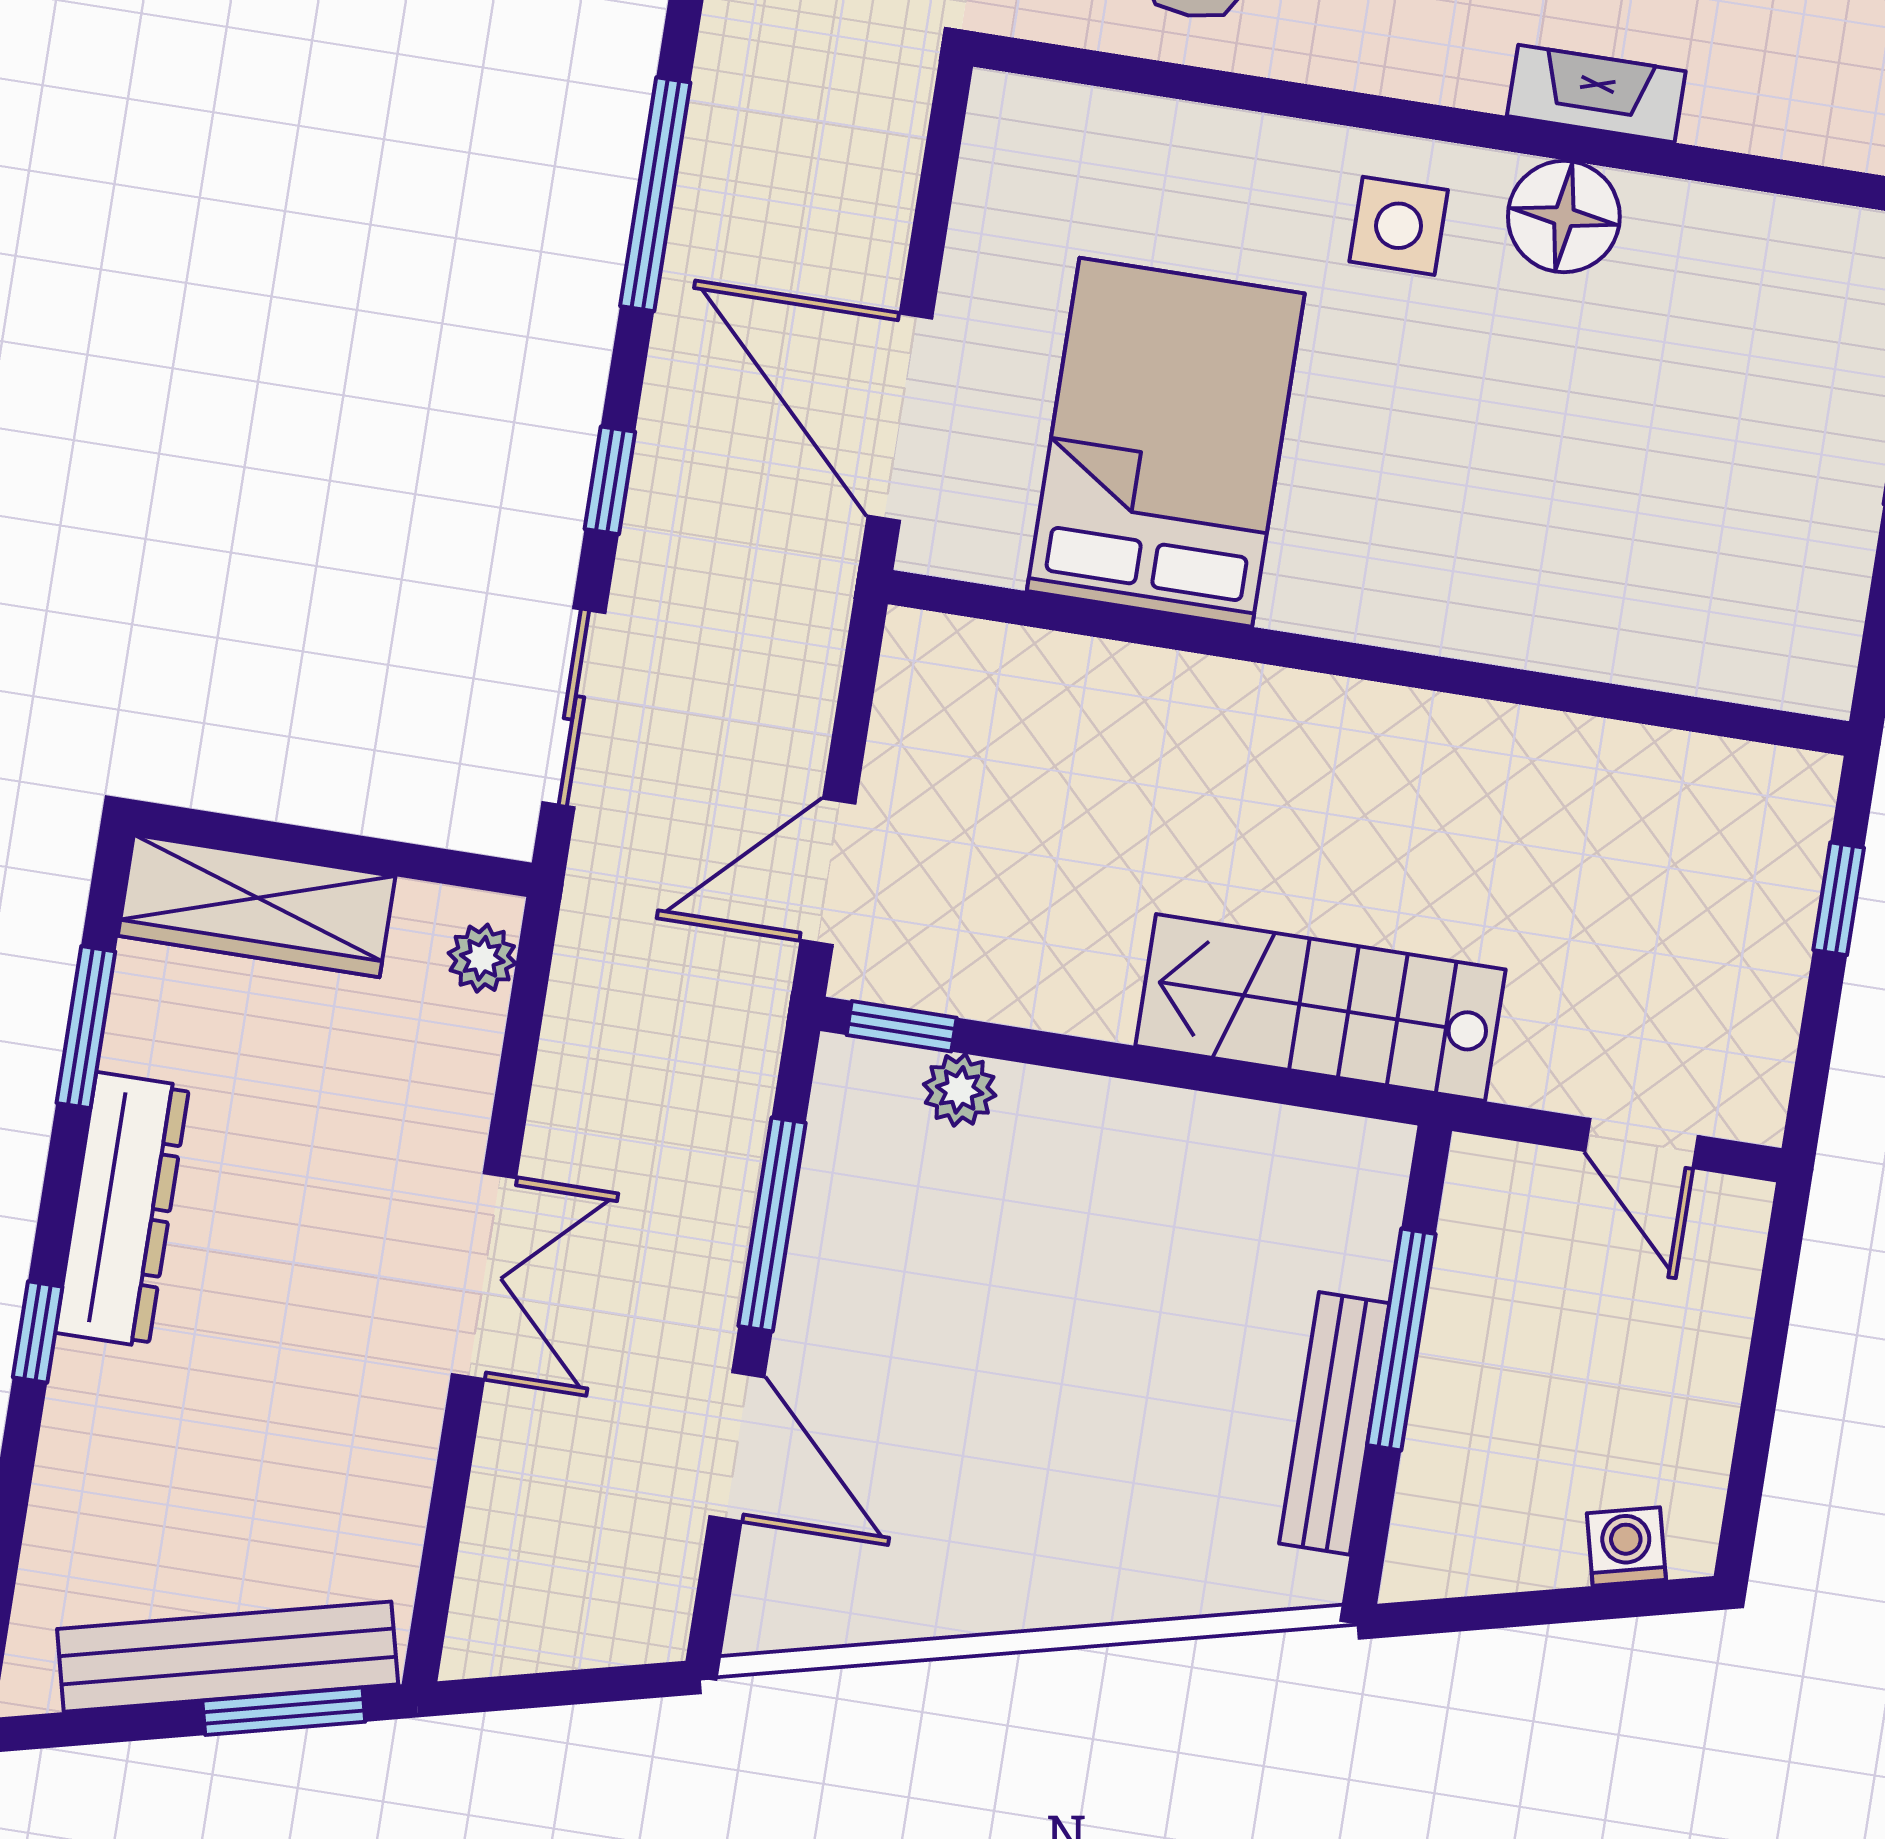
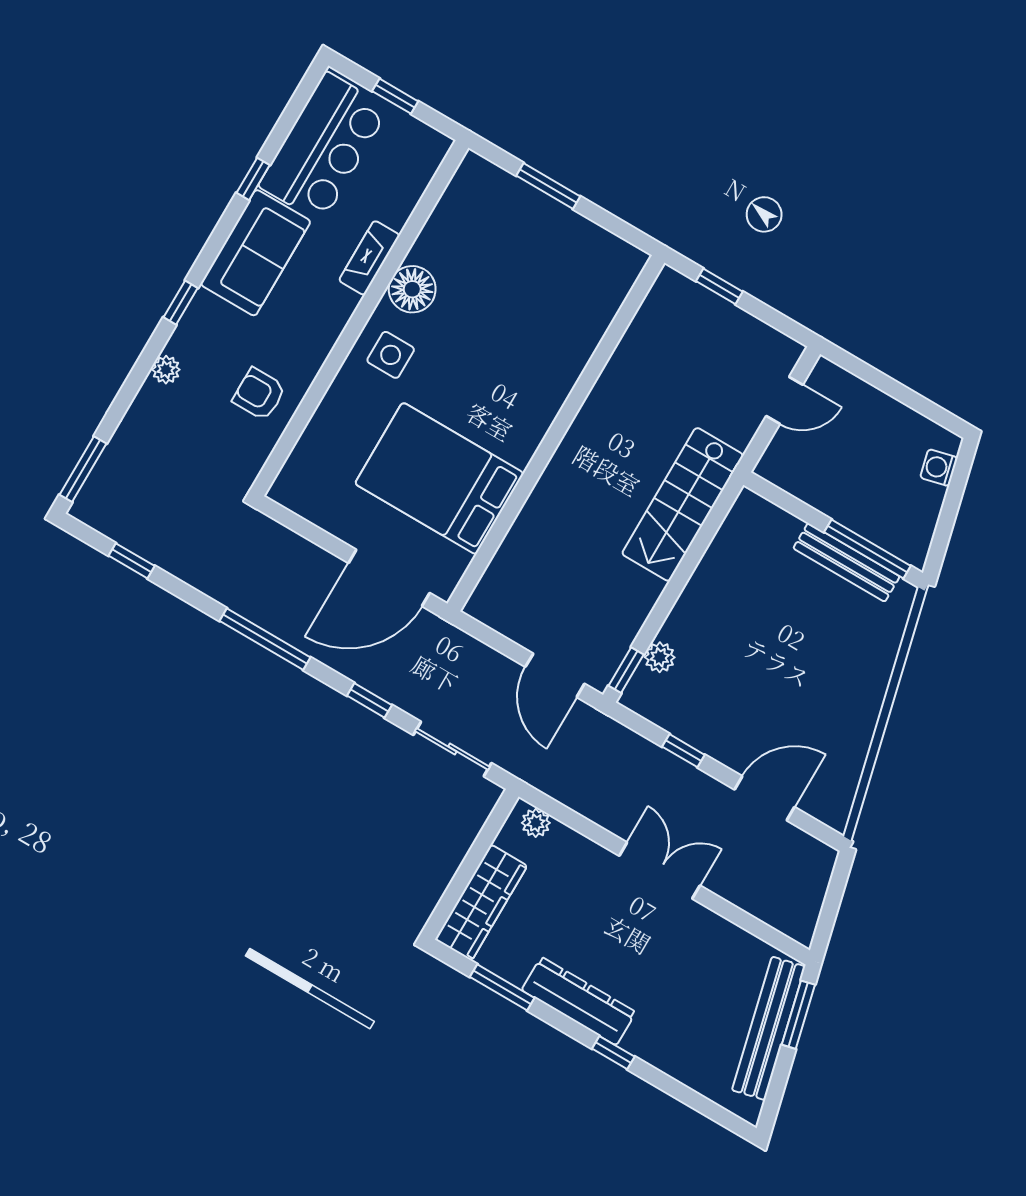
window: (772, 1224) -> (683, 751), width x0.46
window: (1401, 1339) -> (867, 549), moved

